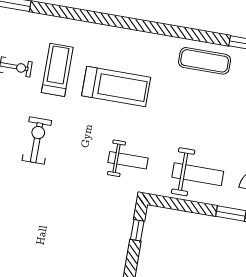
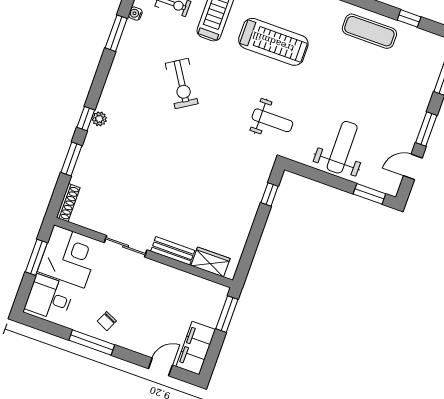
exercise bike: (37, 140) -> (182, 84), turned 148
weight bench: (198, 174) -> (342, 147), turned -90

